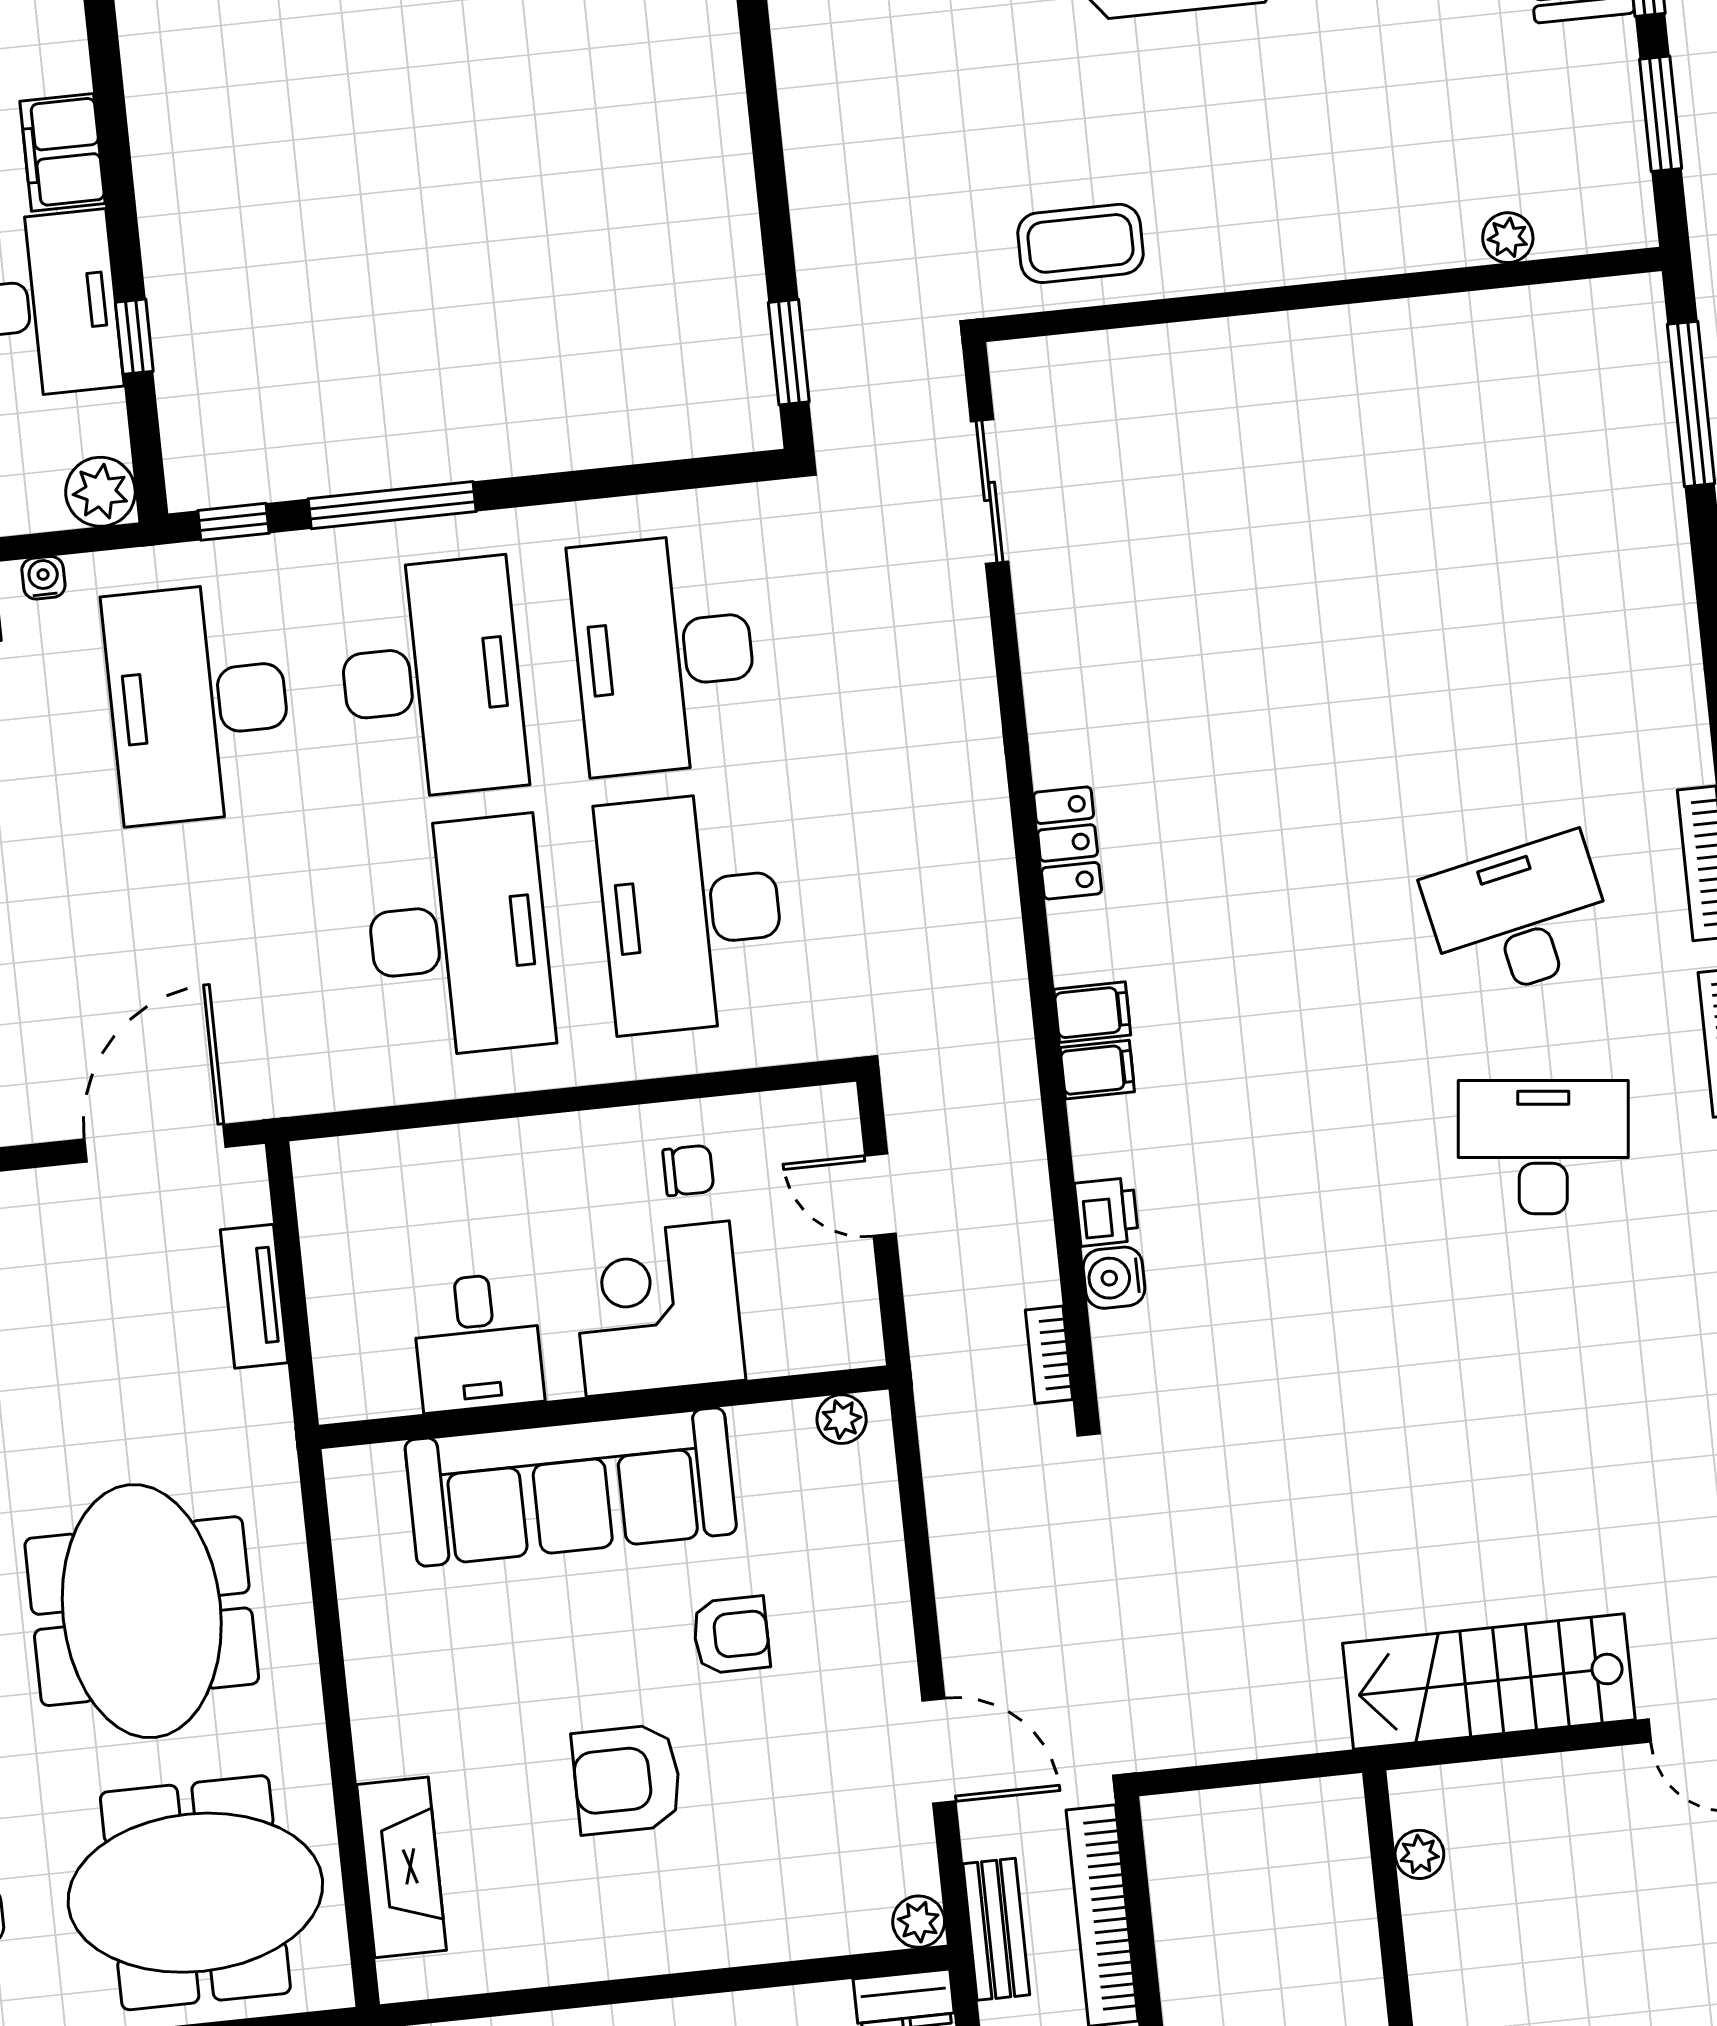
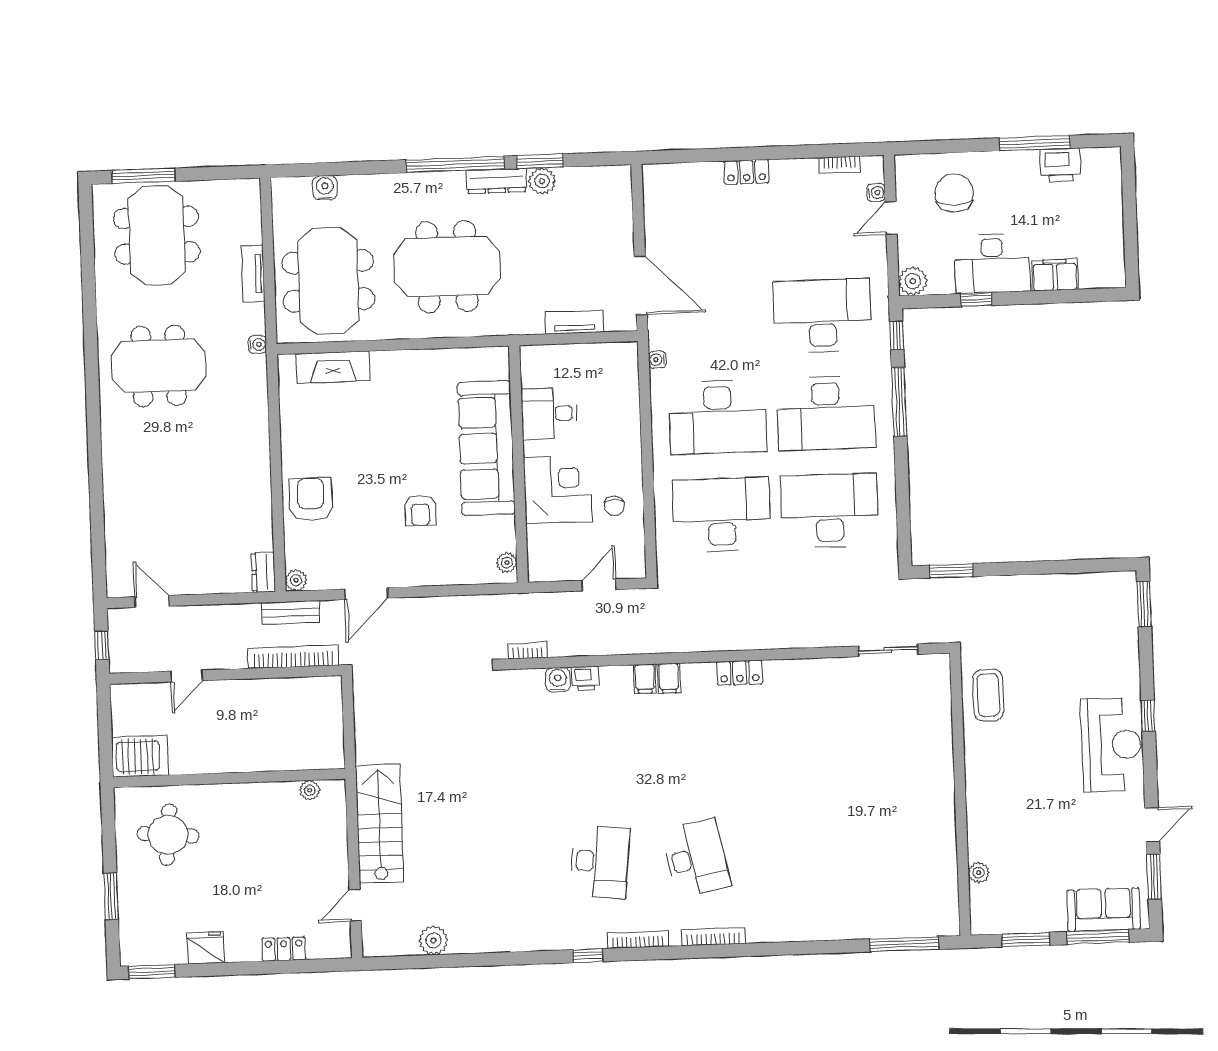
water cooler: (43, 578) -> (657, 360), moved, turned 180
armchair: (627, 1779) -> (311, 499), moved

